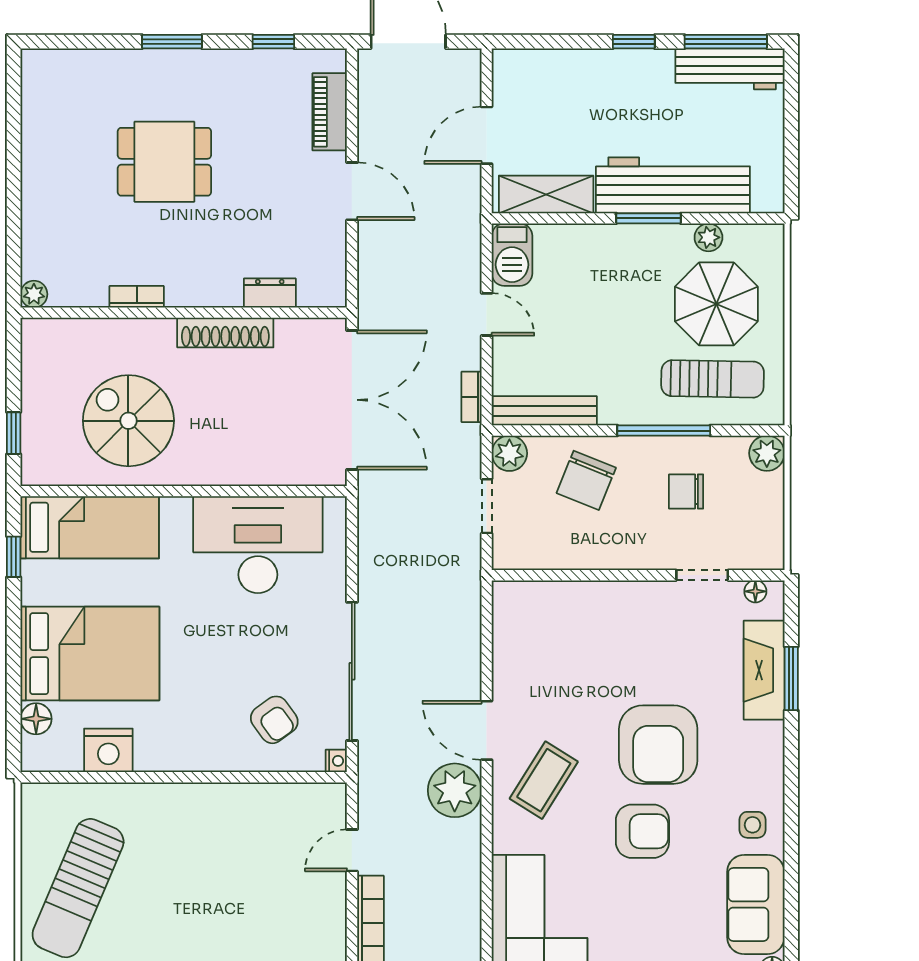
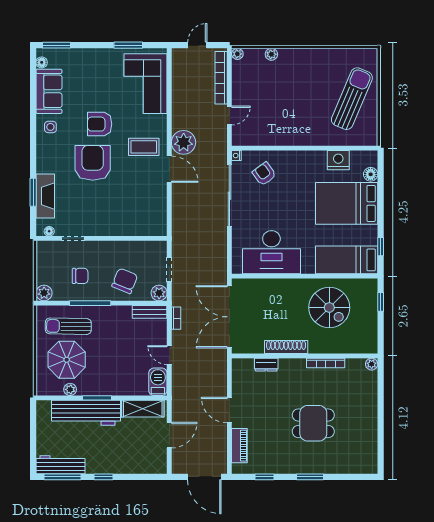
bookcase: (137, 297) -> (326, 363), width x1.56
bench: (545, 411) -> (150, 312), width x0.73
coffee table: (544, 780) -> (144, 147), turned 58

